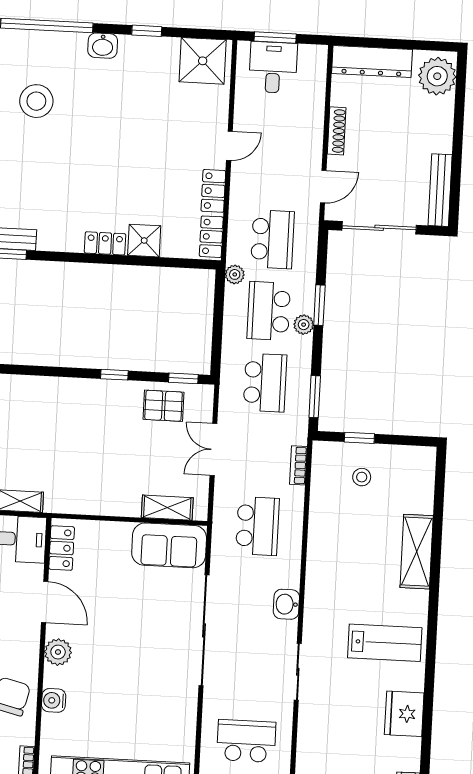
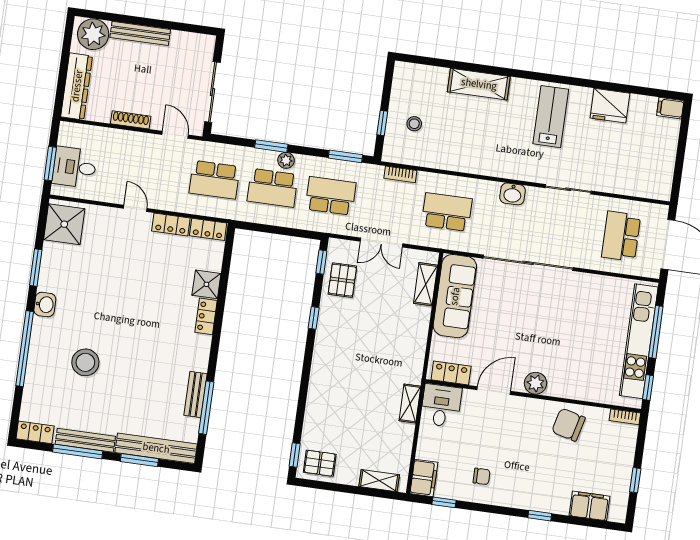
window: (147, 31) -> (36, 268), width x1.50
bench: (440, 190) -> (140, 33), moved
school desk: (272, 239) -> (214, 180), turned 180
plant: (235, 274) -> (240, 213), removed
sofa: (169, 545) -> (455, 296), width x1.36
water cooler: (54, 700) -> (575, 390), removed

